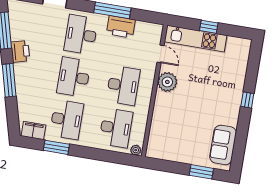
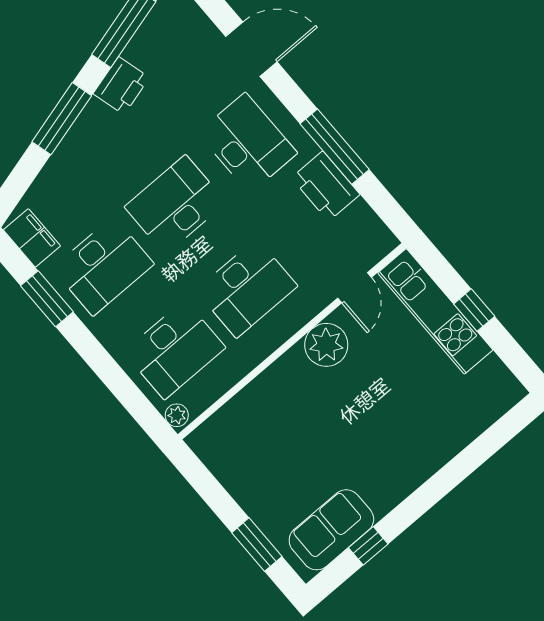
desk: (81, 35) -> (247, 143), turned 90
window: (247, 100) -> (368, 546), moved

